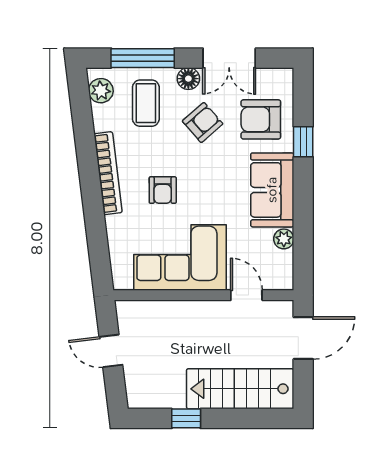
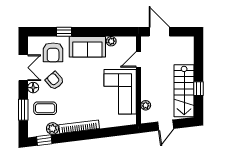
window: (143, 58) -> (23, 110), width x0.69
plant: (101, 91) -> (52, 129), moved
window: (80, 101) -> (44, 140), added
armchair: (163, 190) -> (87, 100), removed
plant: (152, 310) -> (146, 105), added
stairs: (240, 389) -> (184, 91), moved

